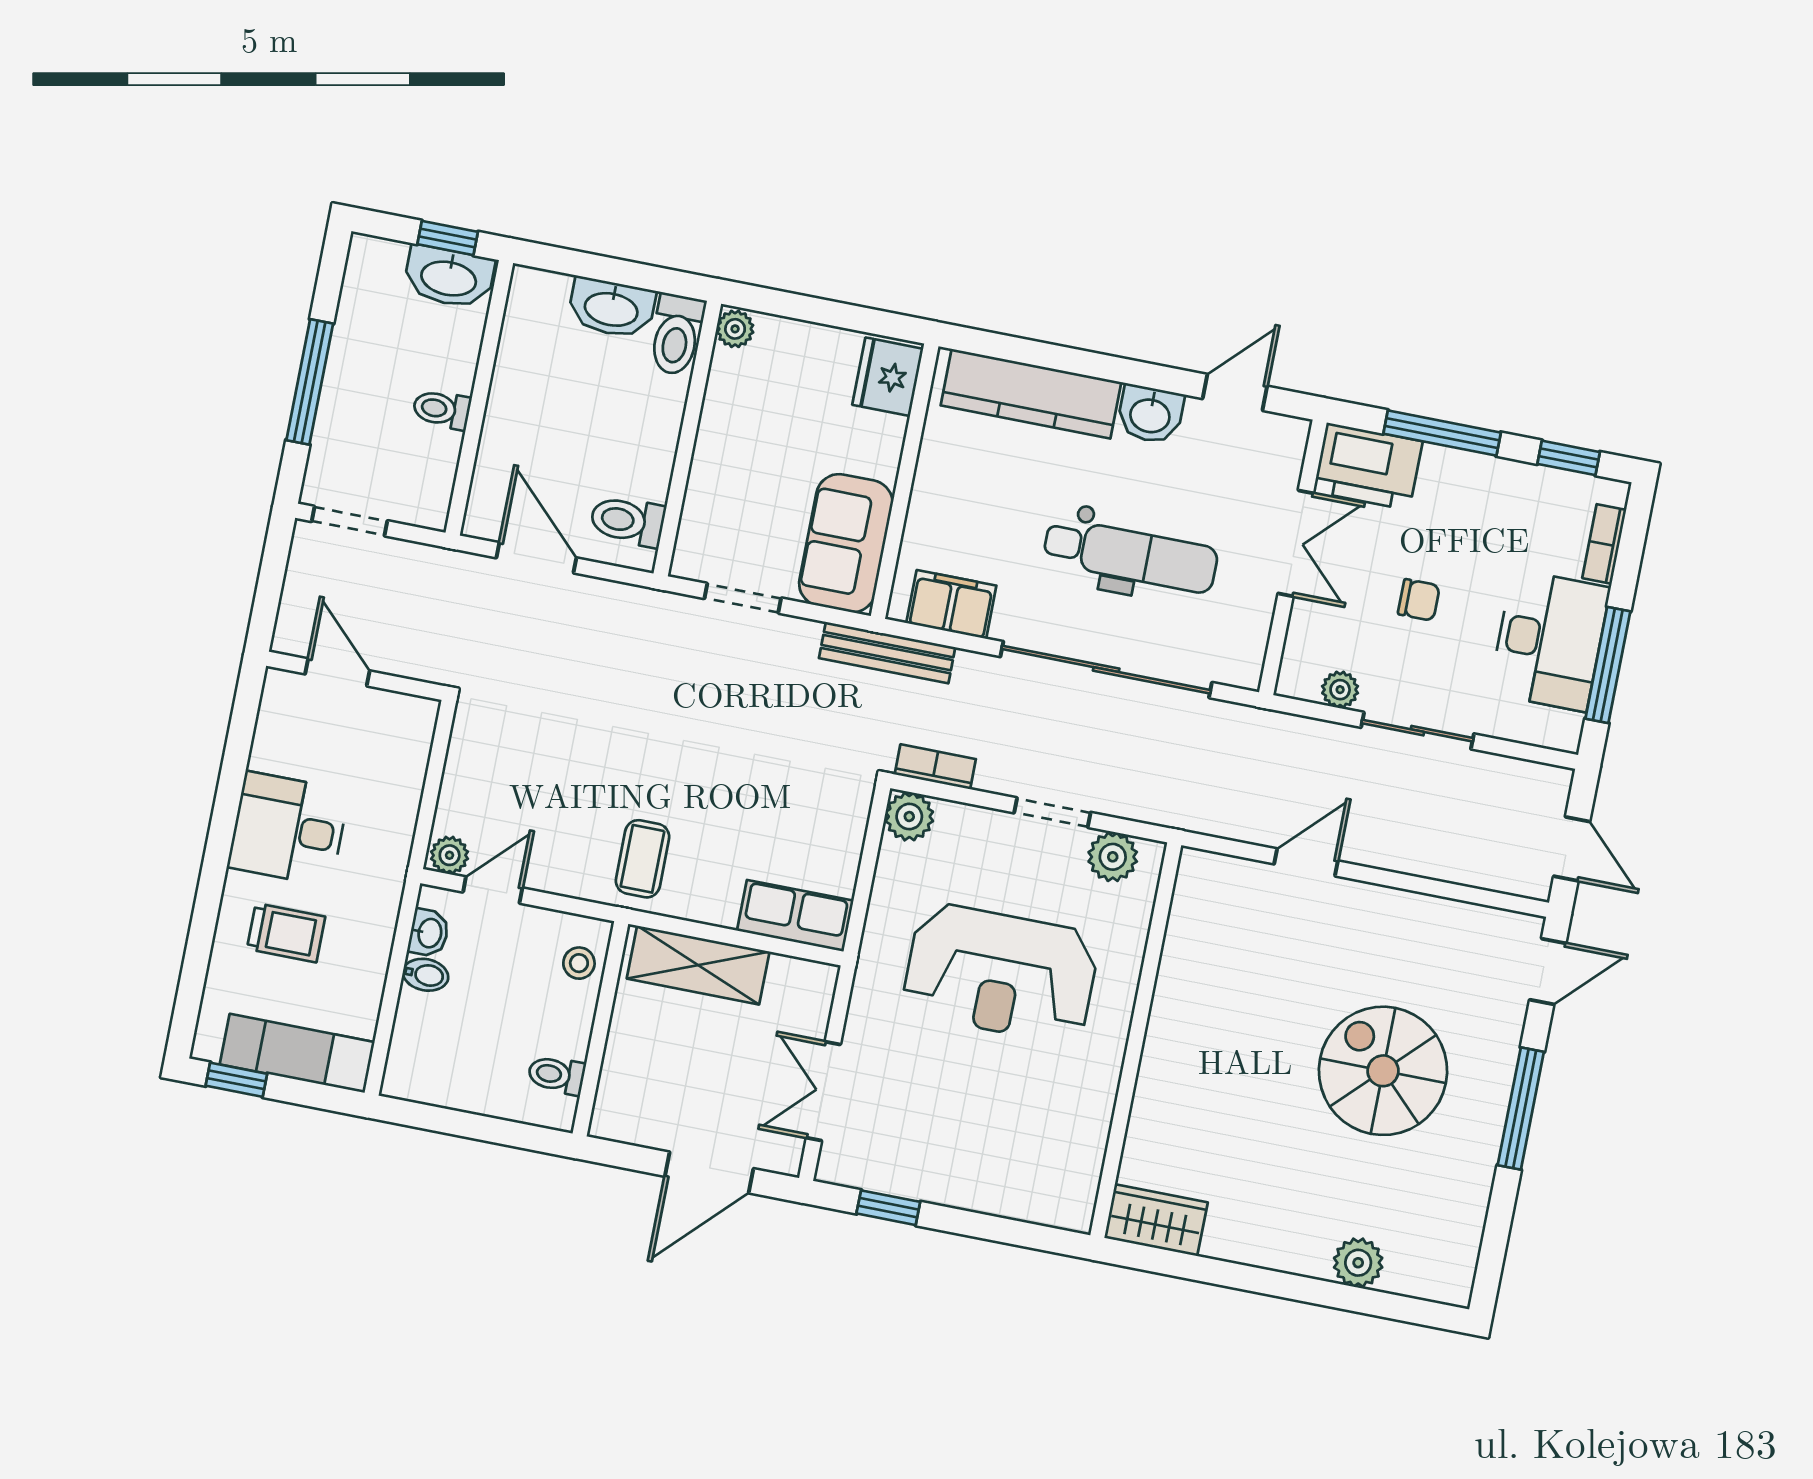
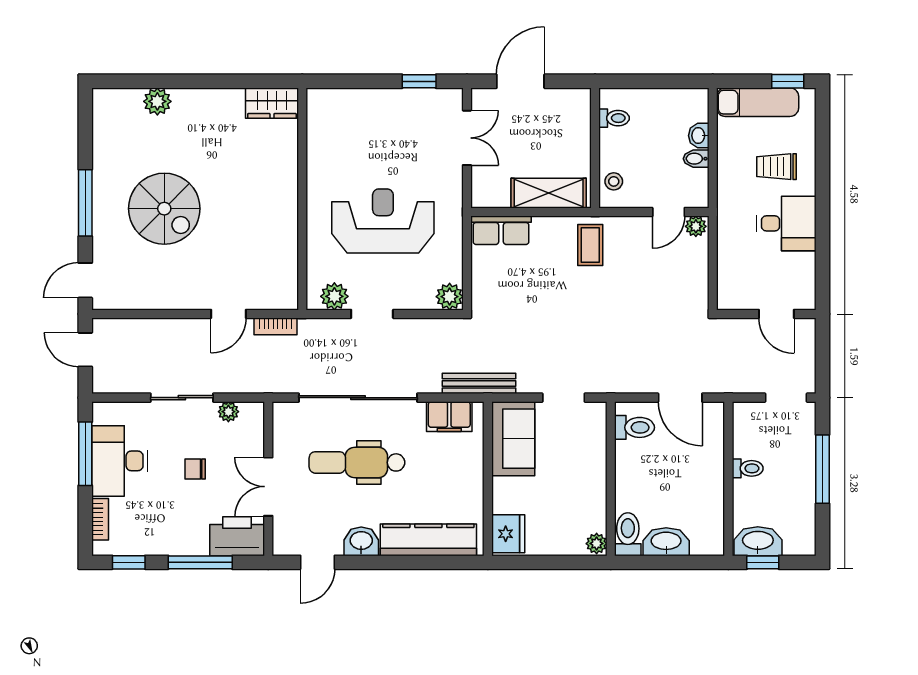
bookcase: (935, 767) -> (275, 326), moved
washbasin: (429, 933) -> (699, 136), moved

